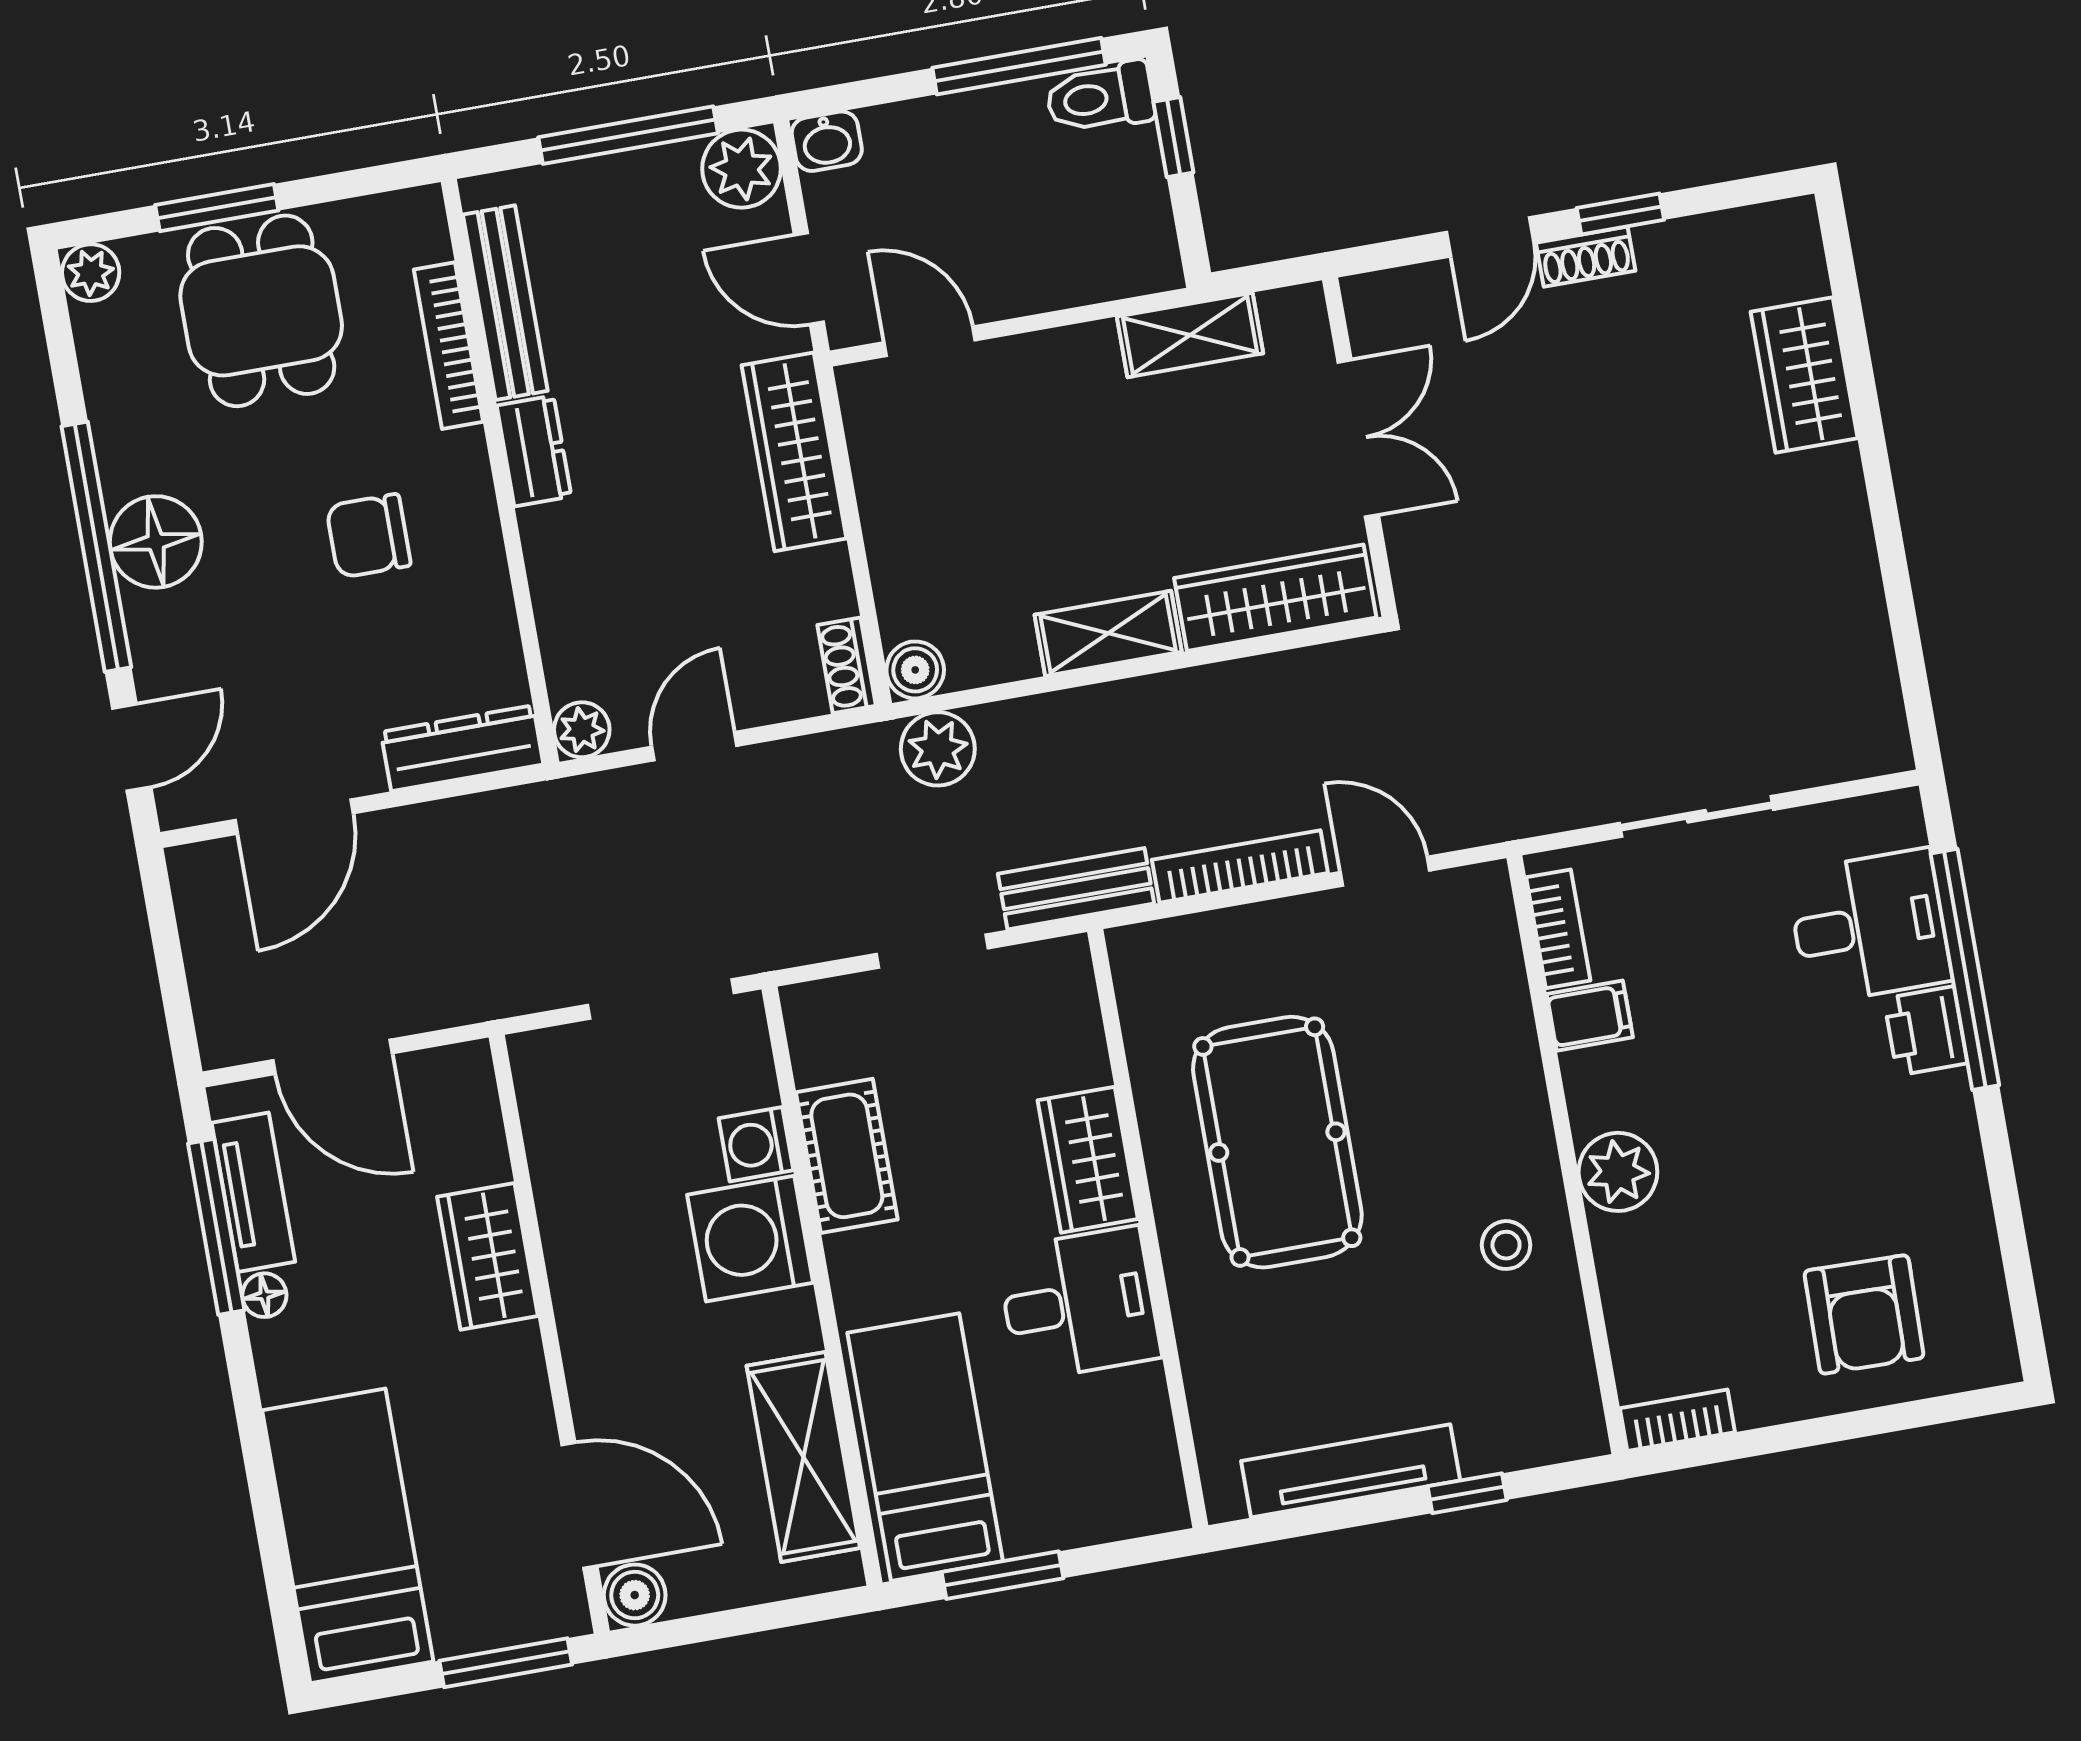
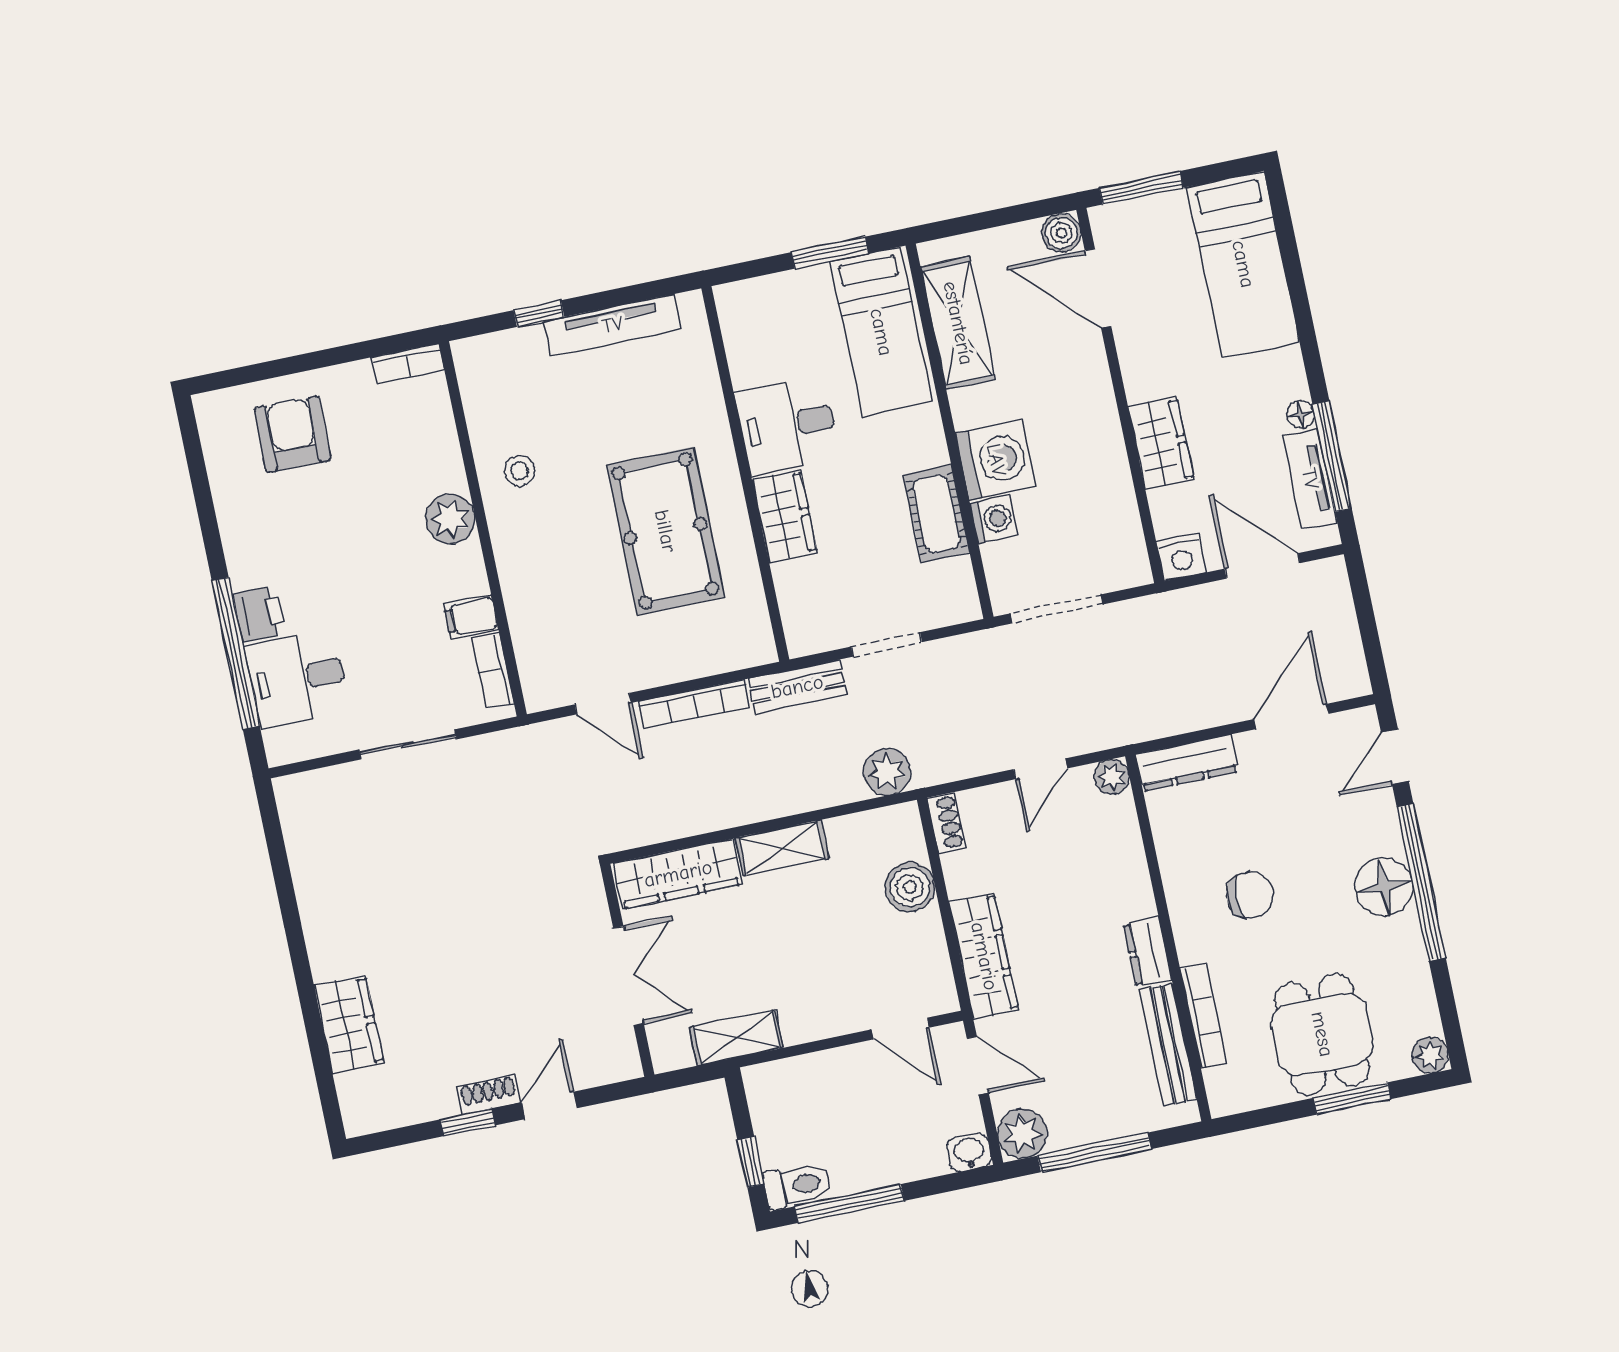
double door: (1358, 438) -> (628, 976), swing flipped
boiler: (915, 670) -> (910, 887), moved, width x1.36, depth x1.36
nightstand: (460, 1075) -> (1181, 557), added

